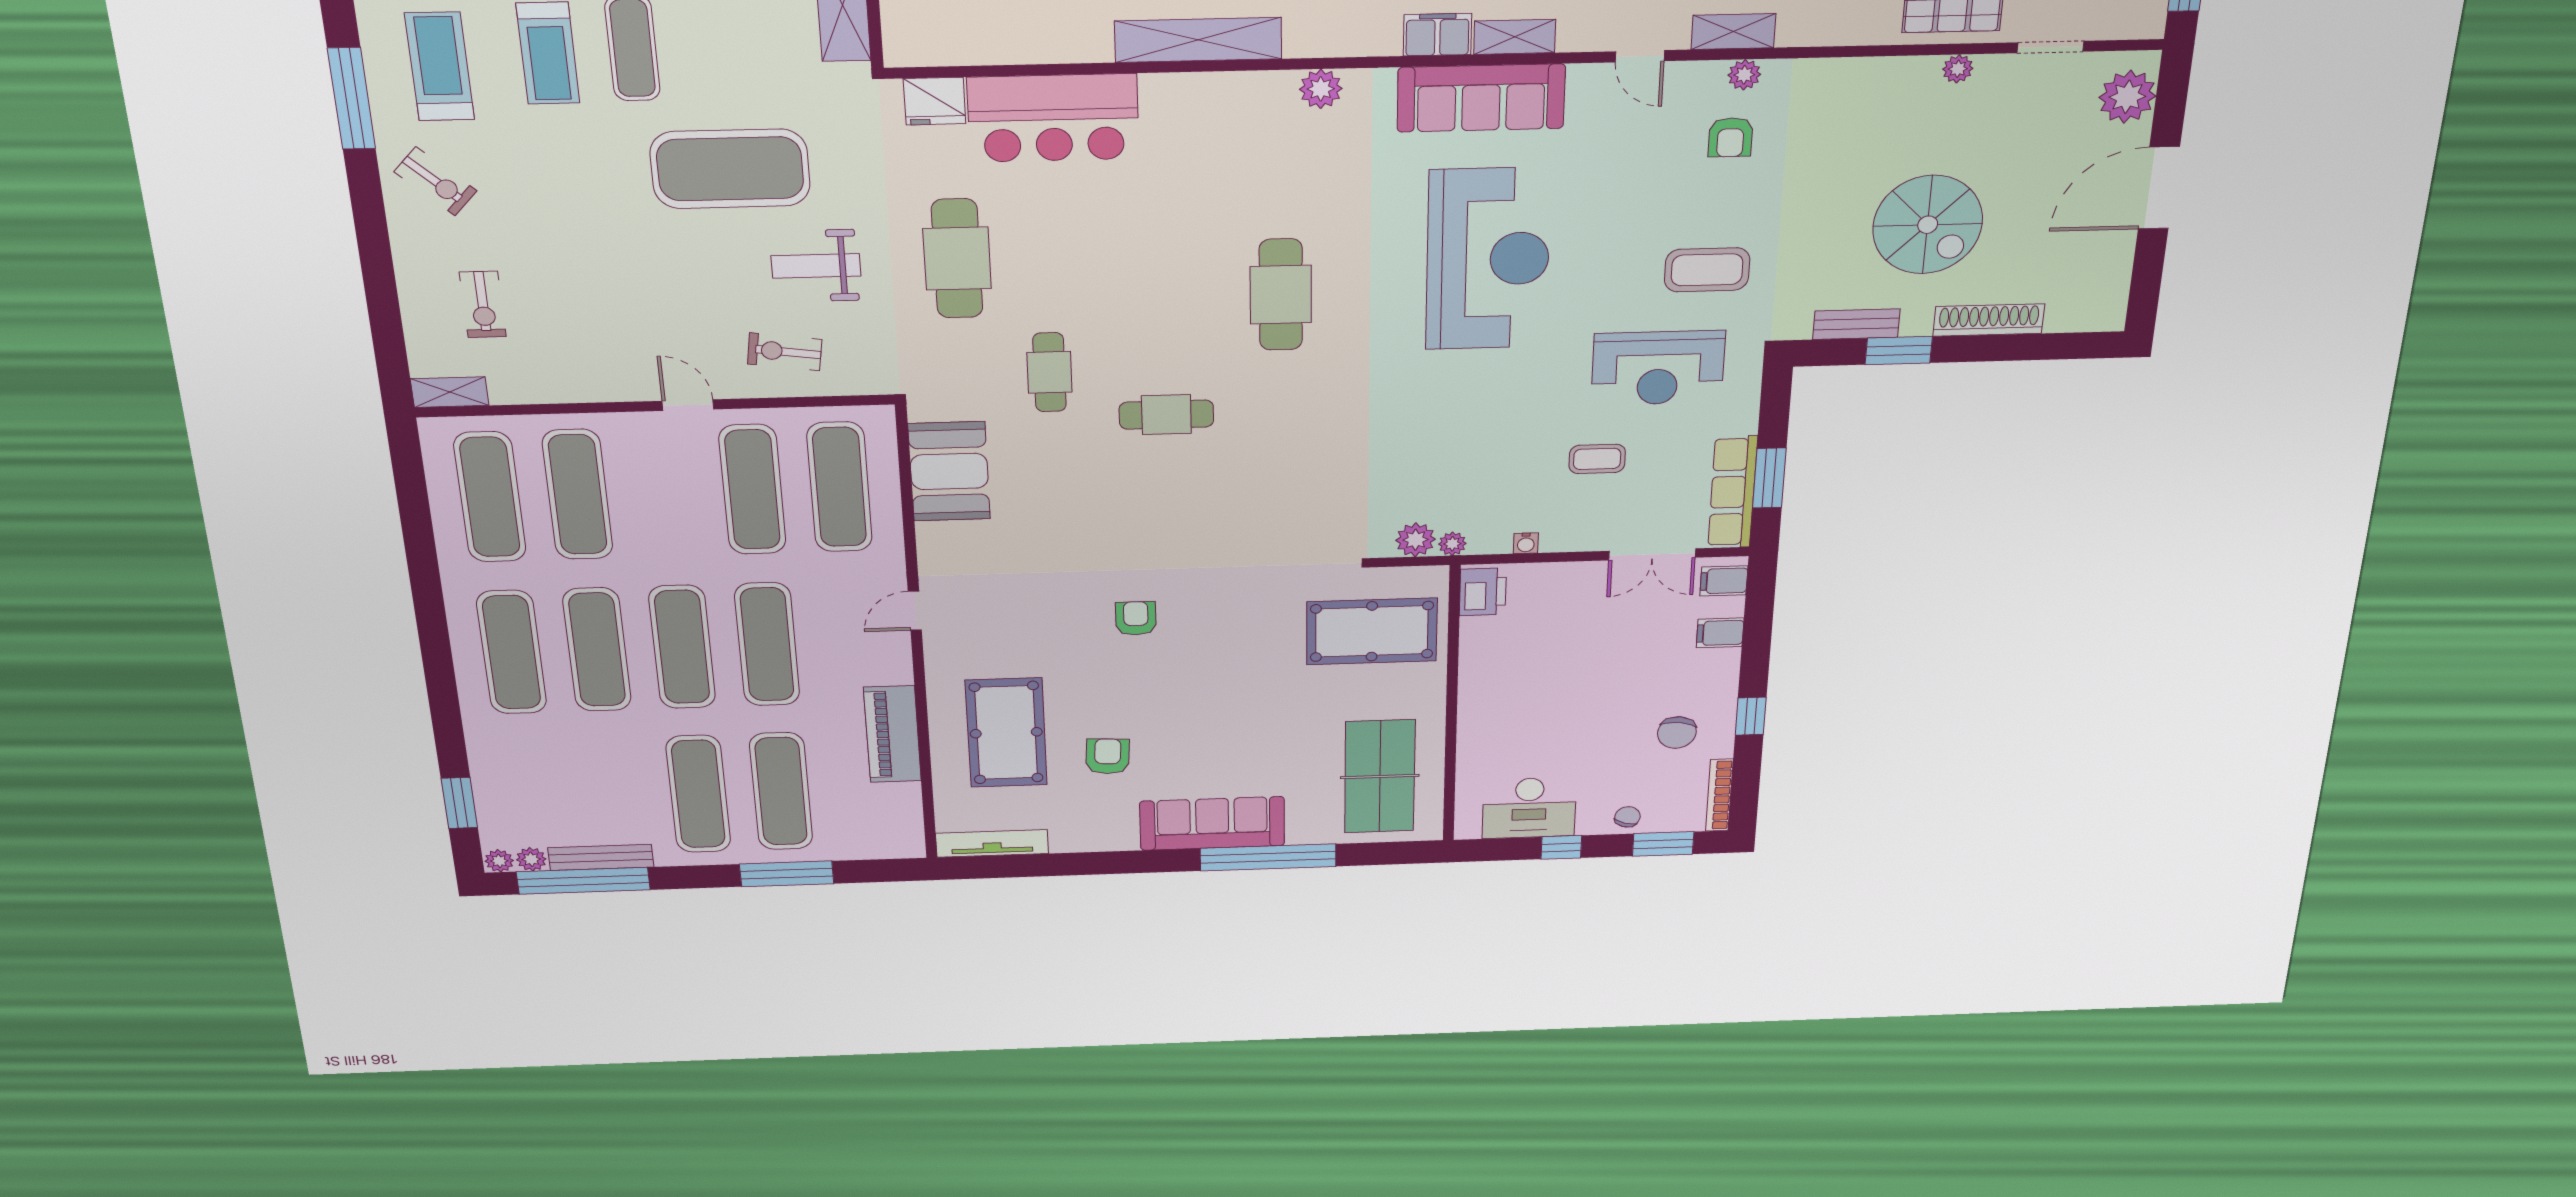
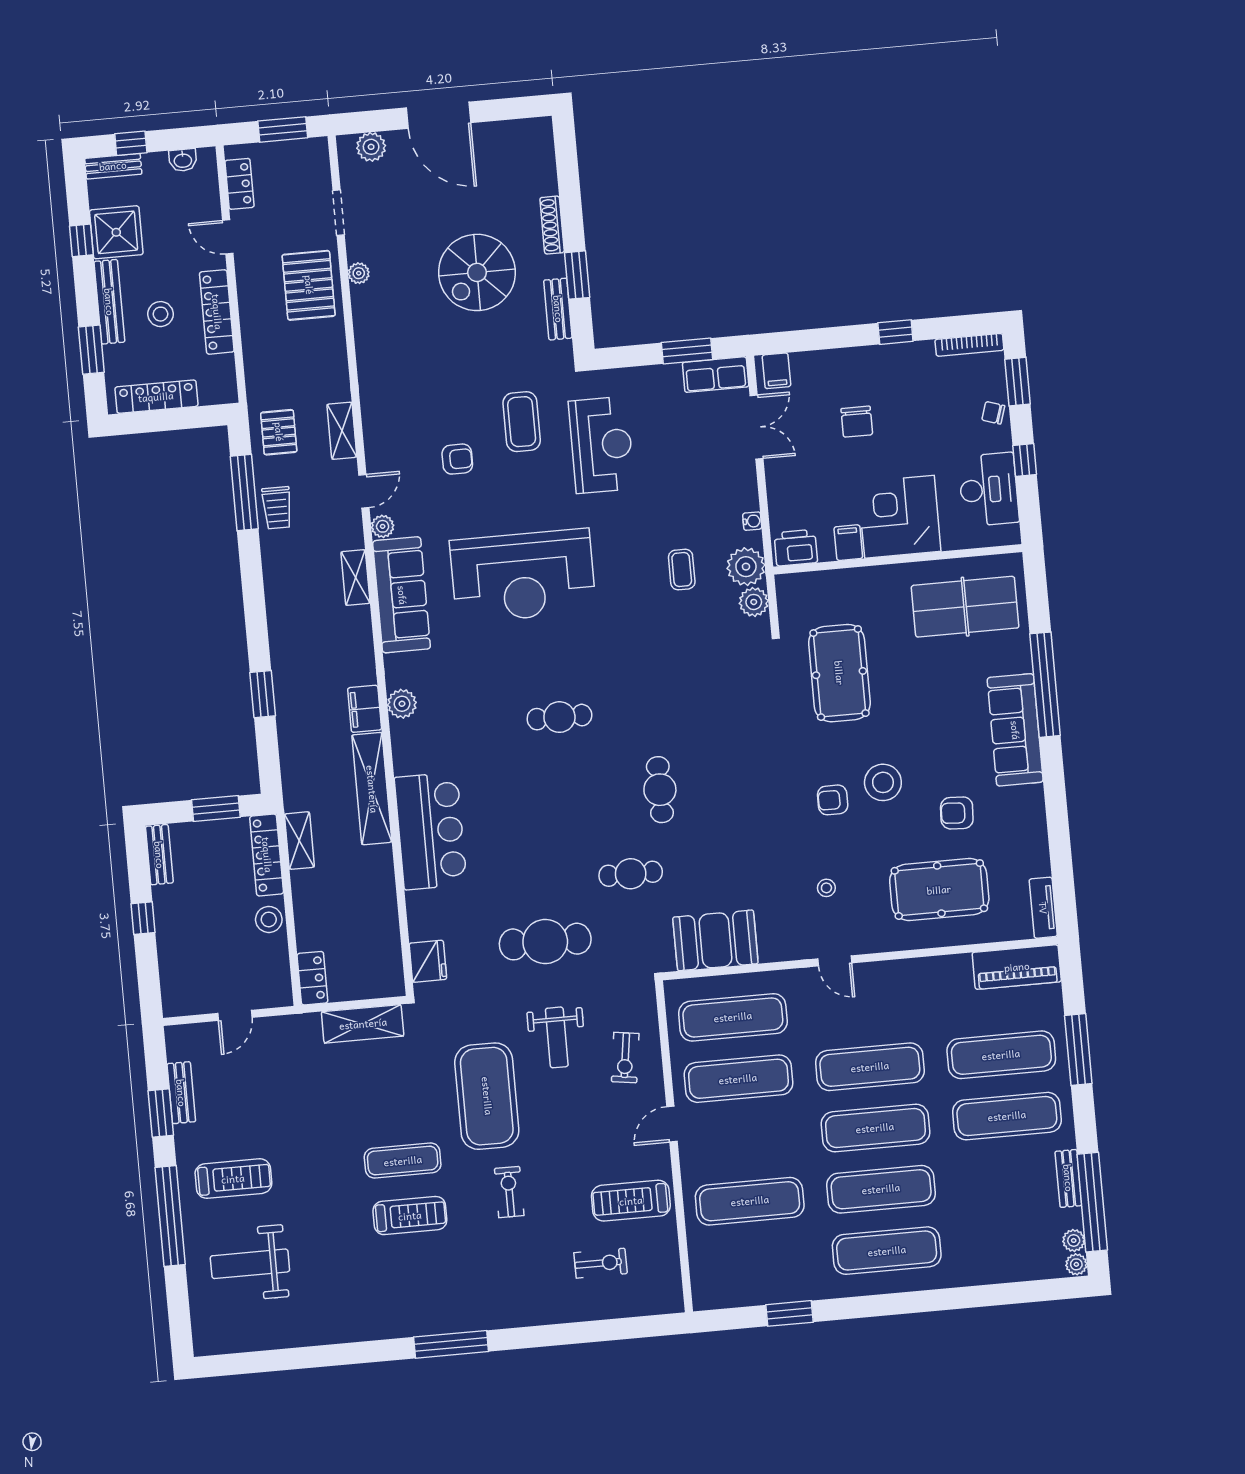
filing cabinet: (1437, 35) -> (365, 709), moved
treadmill: (440, 67) -> (631, 1201), moved
plant: (1744, 75) -> (383, 526), moved
plant: (2127, 97) -> (371, 147), width x0.73, depth x0.73
bar counter: (1053, 118) -> (431, 831), moved
armchair: (1730, 137) -> (457, 459), moved
exercise bike: (436, 181) -> (509, 1192), moved, turned -43
spiral stairs: (1928, 225) -> (477, 272), turned 180
reception desk: (1488, 259) -> (523, 576), turned 180
cafe table: (1281, 295) -> (559, 717), width x0.73, depth x0.74
shoe rack: (1989, 320) -> (552, 225), width x0.74, depth x0.81
shelving: (450, 392) -> (671, 1288), removed
coffee table: (1597, 459) -> (682, 570), moved
row of seats: (1733, 492) -> (716, 375), width x0.68
exercise mat: (490, 497) -> (755, 1263), removed
plant: (1452, 544) -> (746, 567), width x1.88, depth x1.88
stool: (1016, 606) -> (826, 888), added
pool table: (1372, 631) -> (839, 673), moved
filing cabinet: (1720, 633) -> (848, 543), moved, turned 180
stool: (1155, 676) -> (883, 782), added
corner desk: (1508, 710) -> (899, 517), added
chair: (1677, 733) -> (857, 422), moved, turned 83
piano: (892, 734) -> (1017, 967), moved
window: (459, 803) -> (790, 1313), moved
tv unit: (992, 843) -> (1043, 908), width x0.71
bench: (601, 857) -> (1068, 1178), width x0.73

